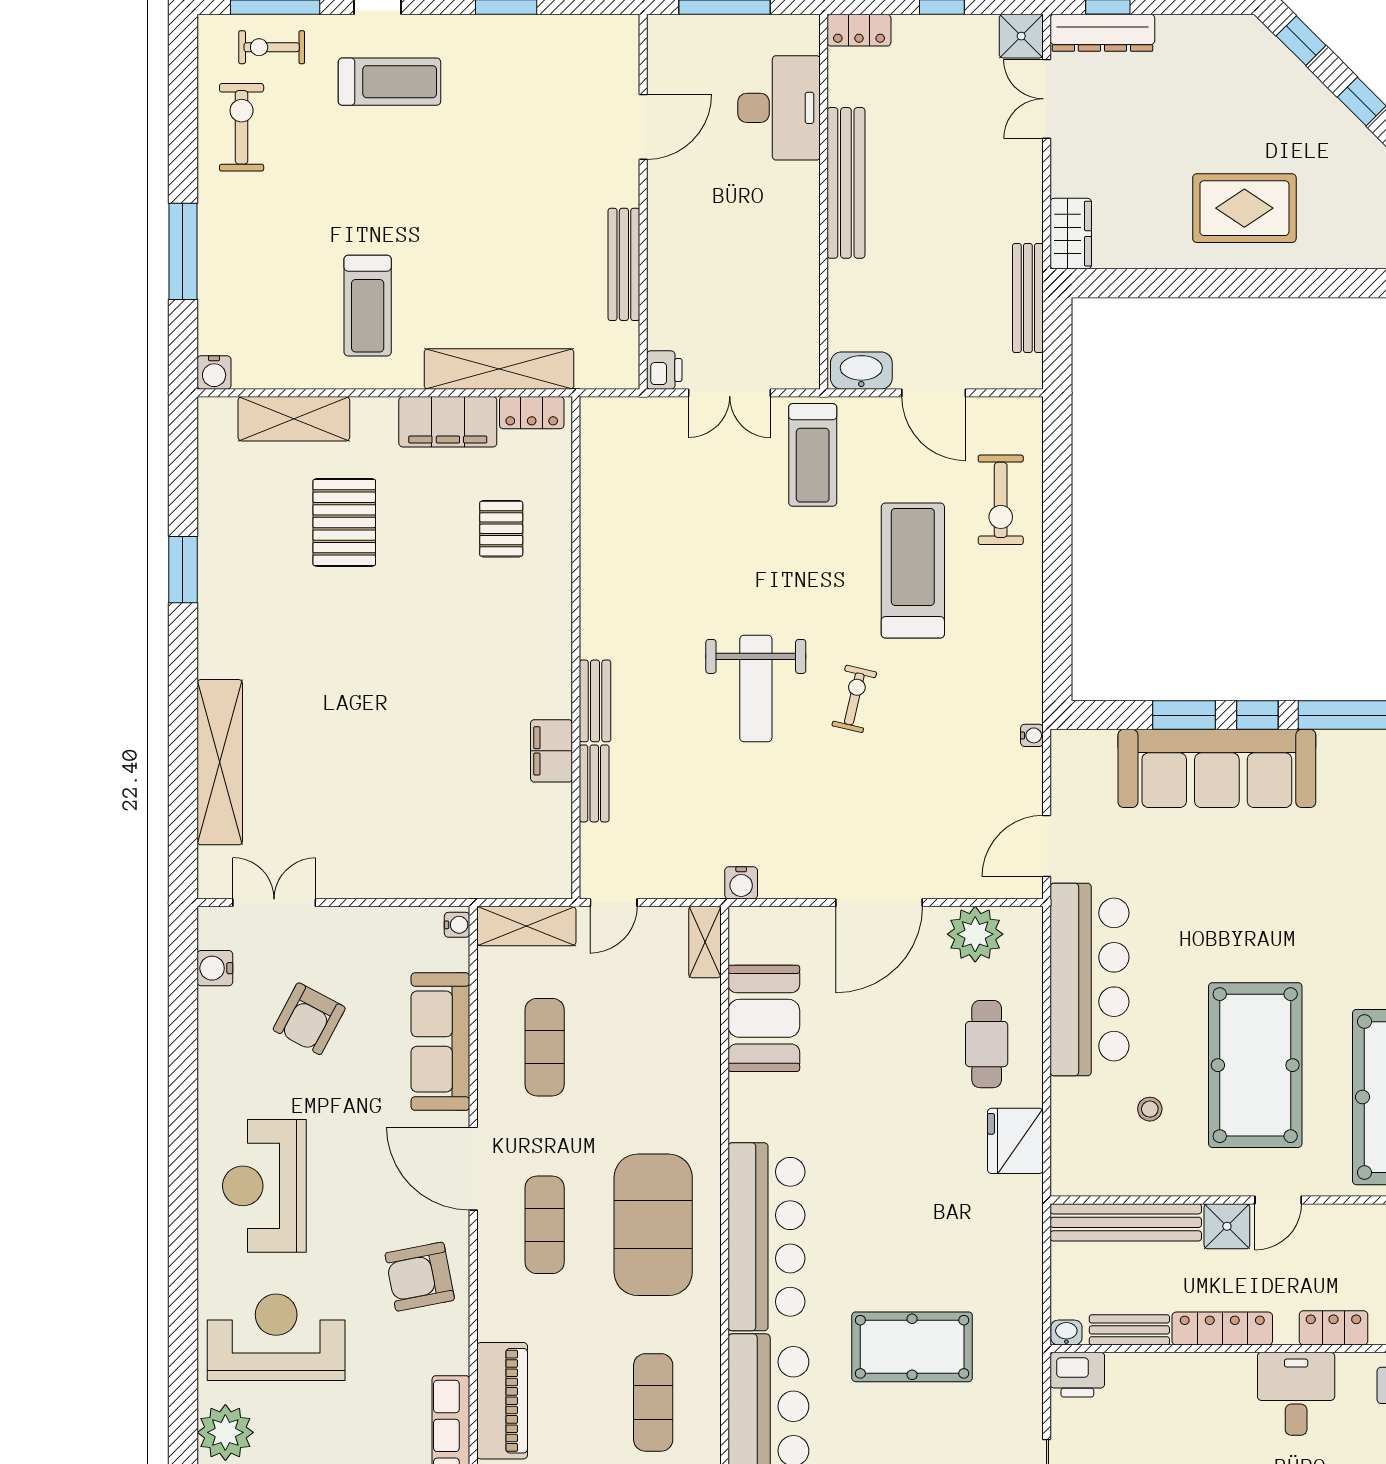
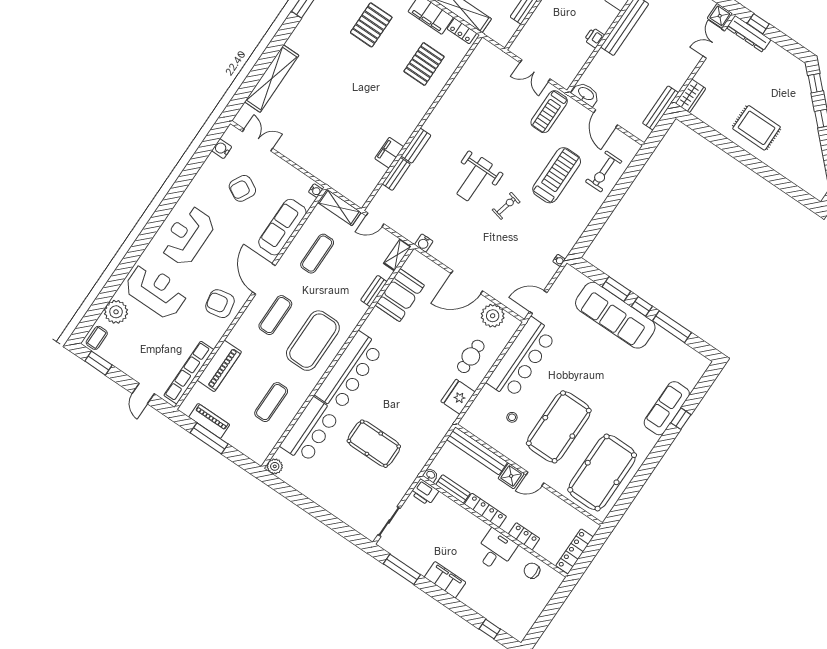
printer: (664, 370) -> (594, 38), moved, turned 180
pallet: (501, 529) -> (424, 64), width x1.50, depth x1.42
bench: (707, 1045) -> (374, 291), added

